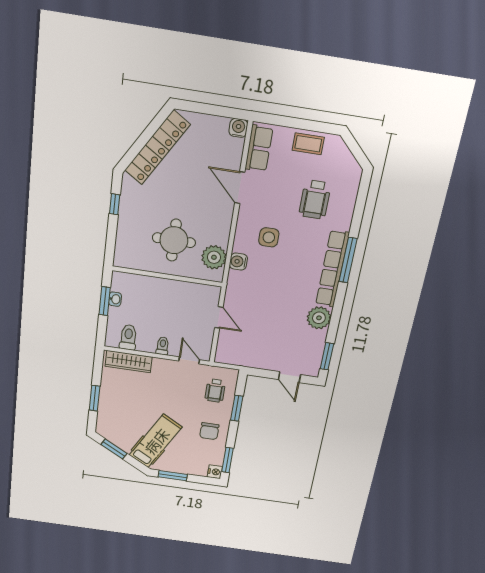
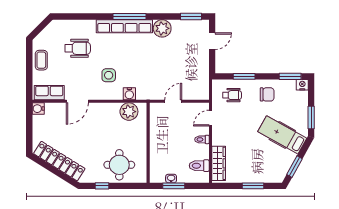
round table: (174, 240) -> (119, 165), moved
window: (348, 260) -> (129, 17), moved

